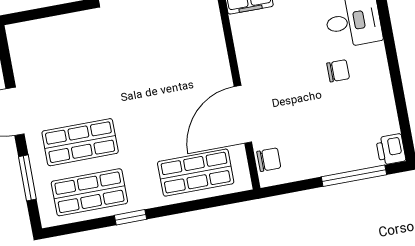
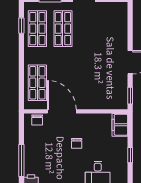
chair: (338, 71) -> (77, 143), moved
window: (130, 217) -> (21, 26), moved

